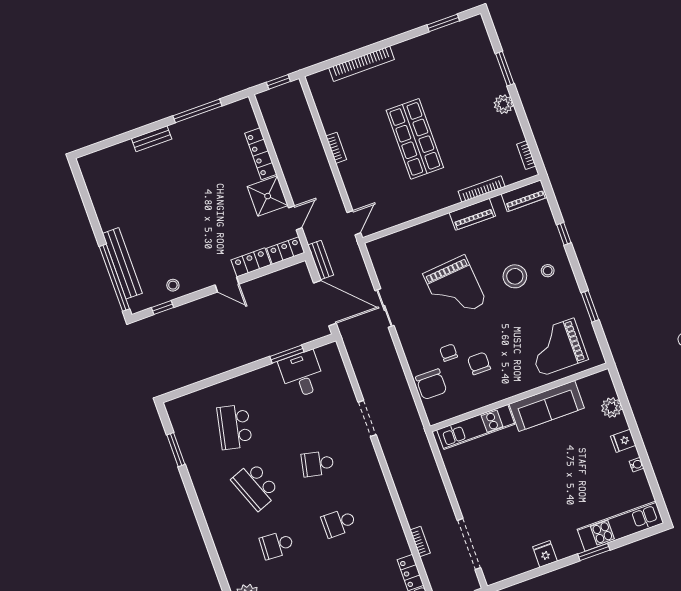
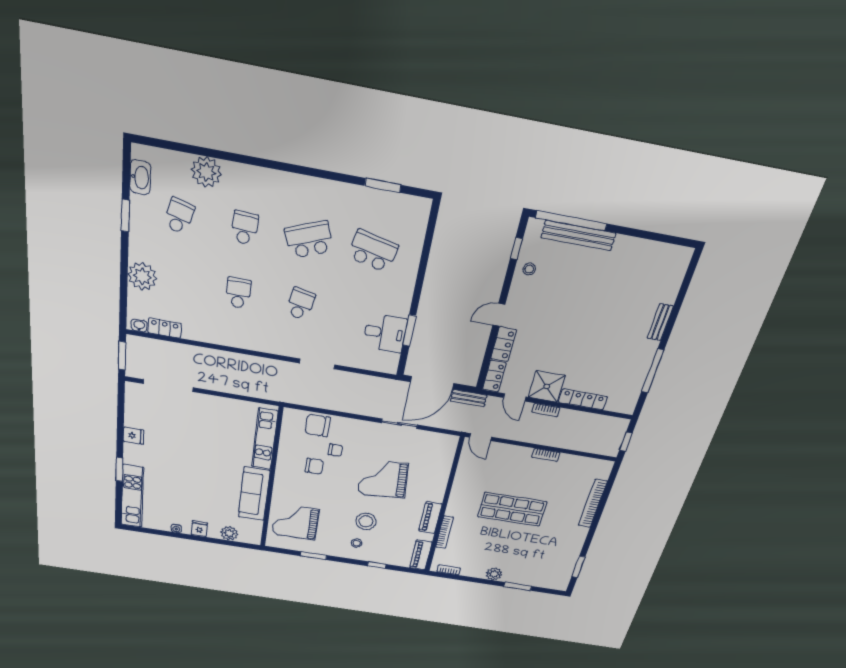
grand piano: (557, 347) -> (296, 522), turned -90
bookcase: (420, 542) -> (546, 410), moved

